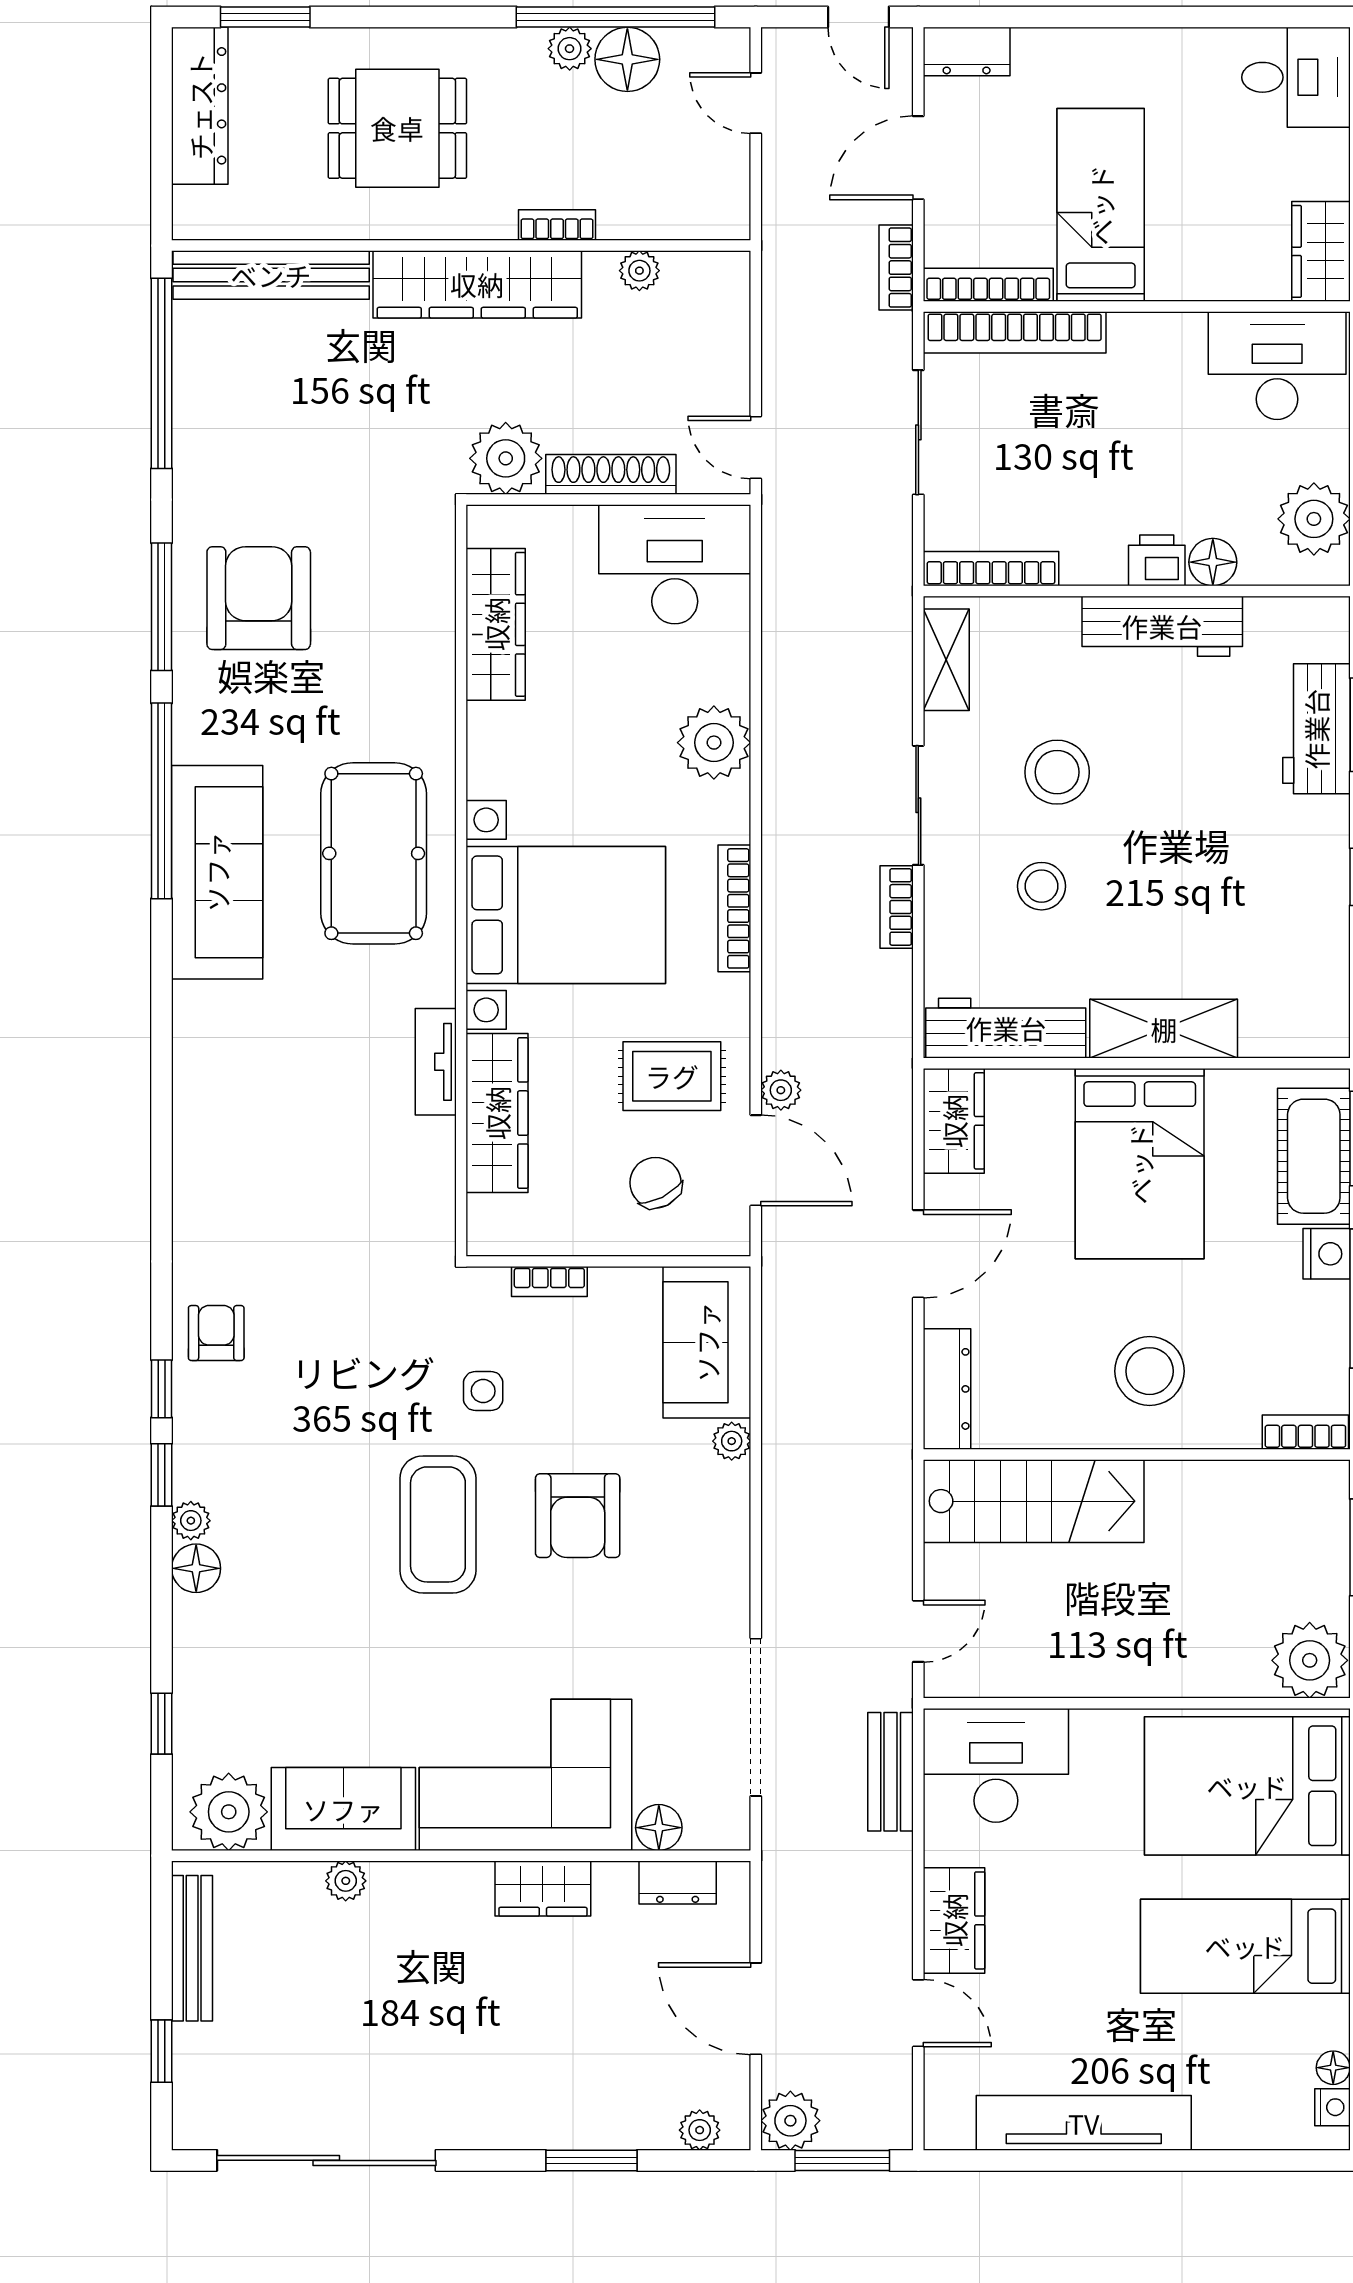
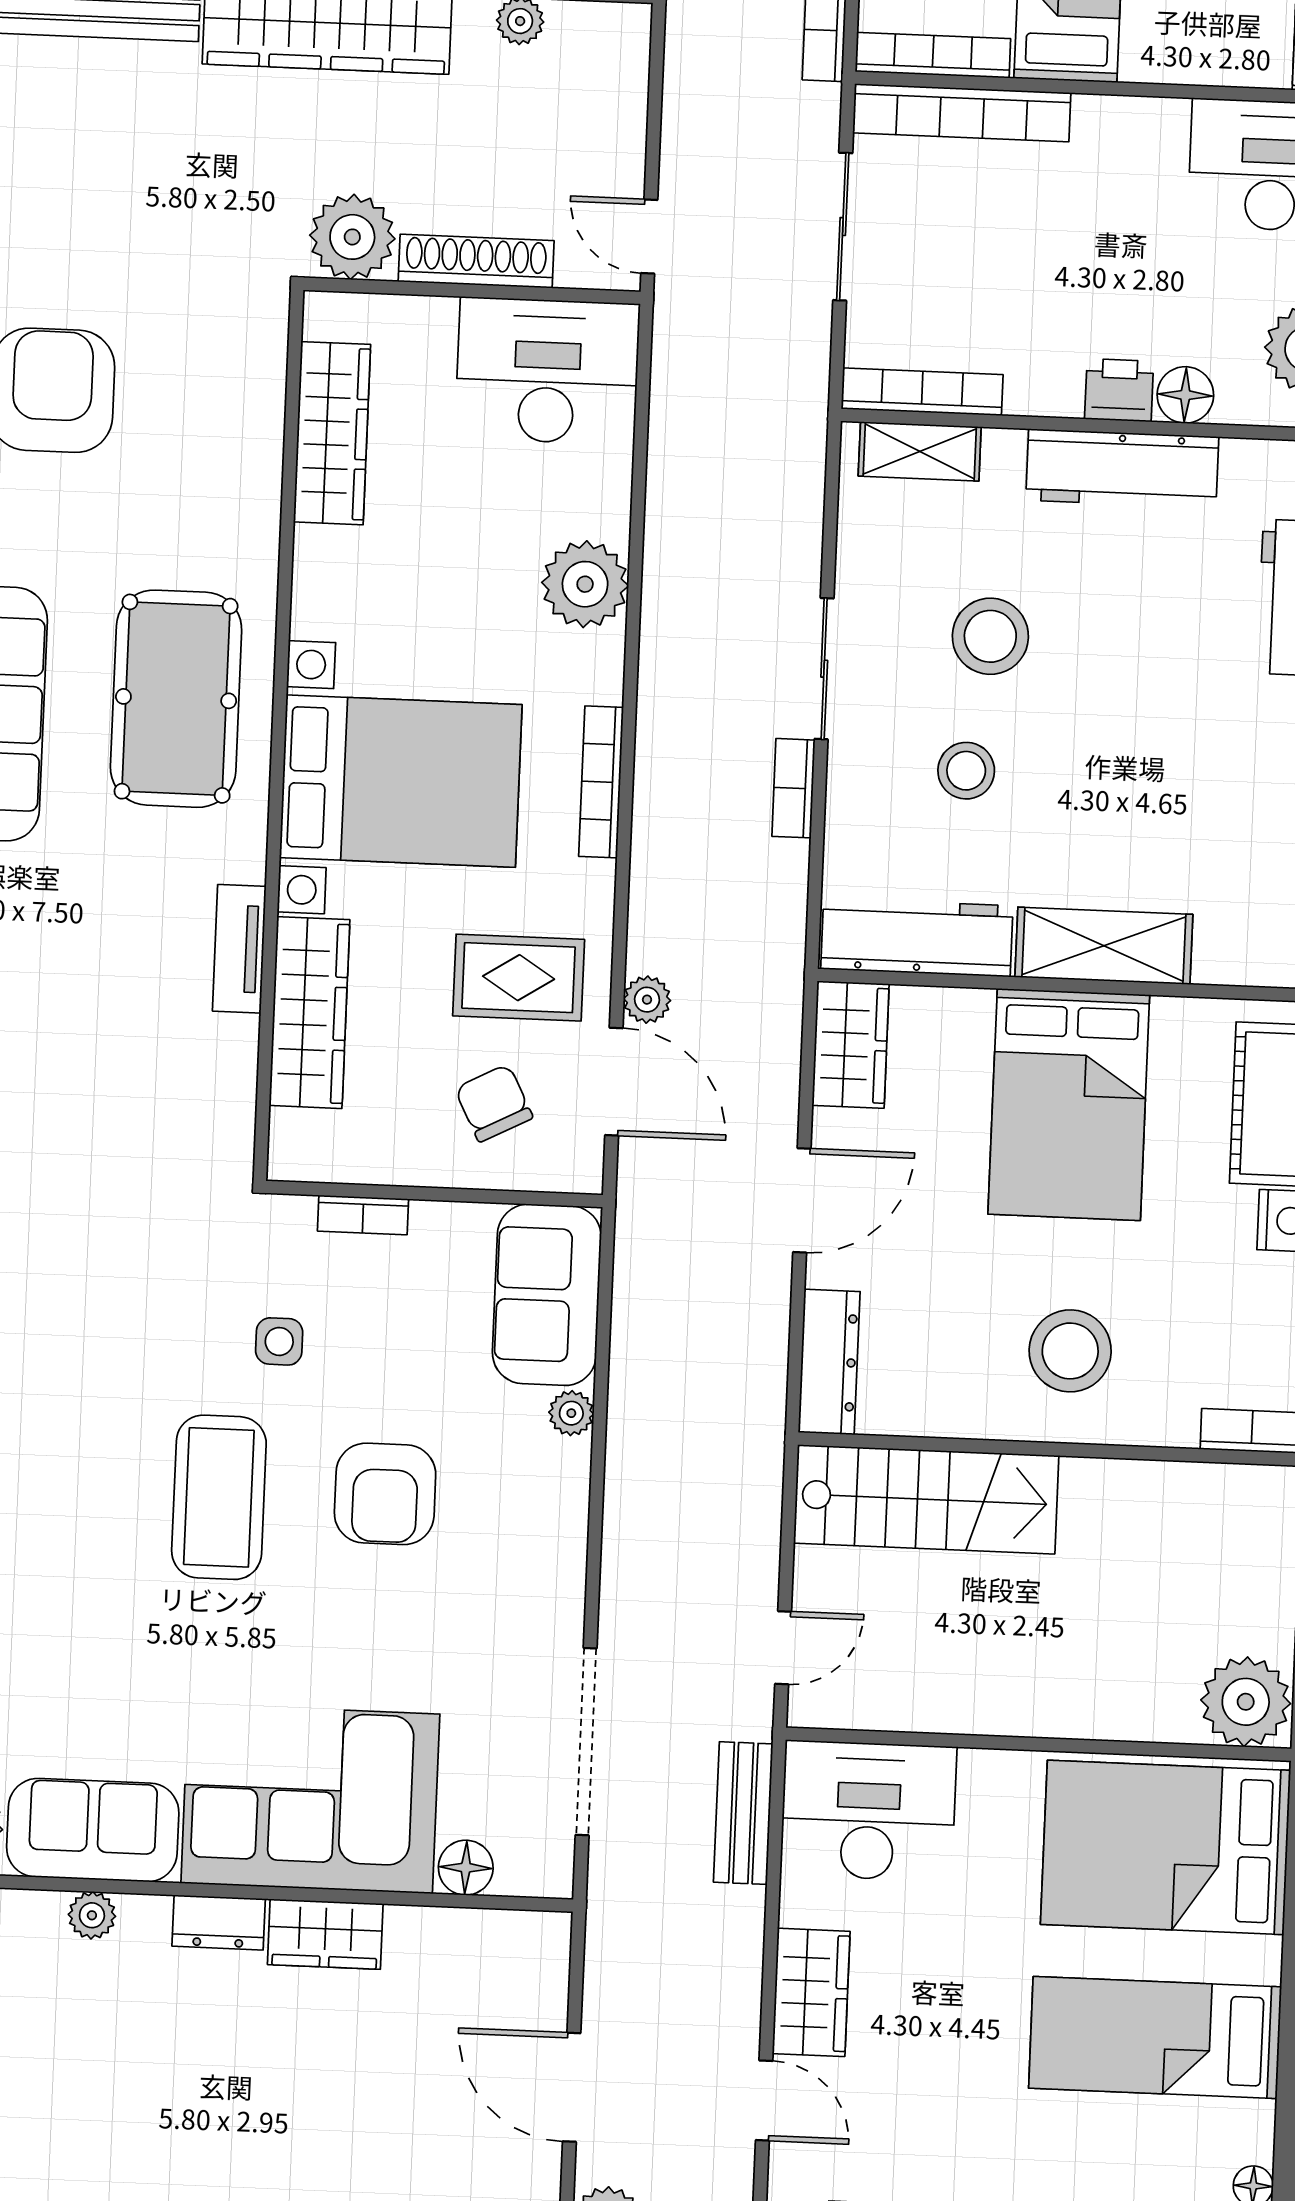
shelving: (946, 660) -> (920, 451), moved, turned 90
dresser: (678, 1882) -> (219, 1922), moved

